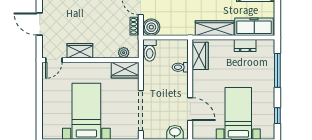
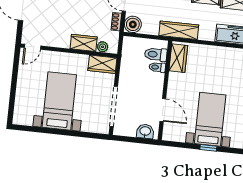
wardrobe: (215, 28) -> (179, 30), moved
dresser: (245, 46) -> (224, 53), removed
toilet: (150, 50) -> (156, 54), moved, turned 90
wardrobe: (80, 51) -> (84, 43), moved

